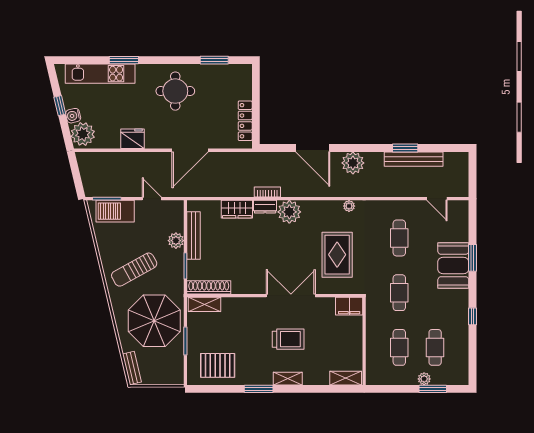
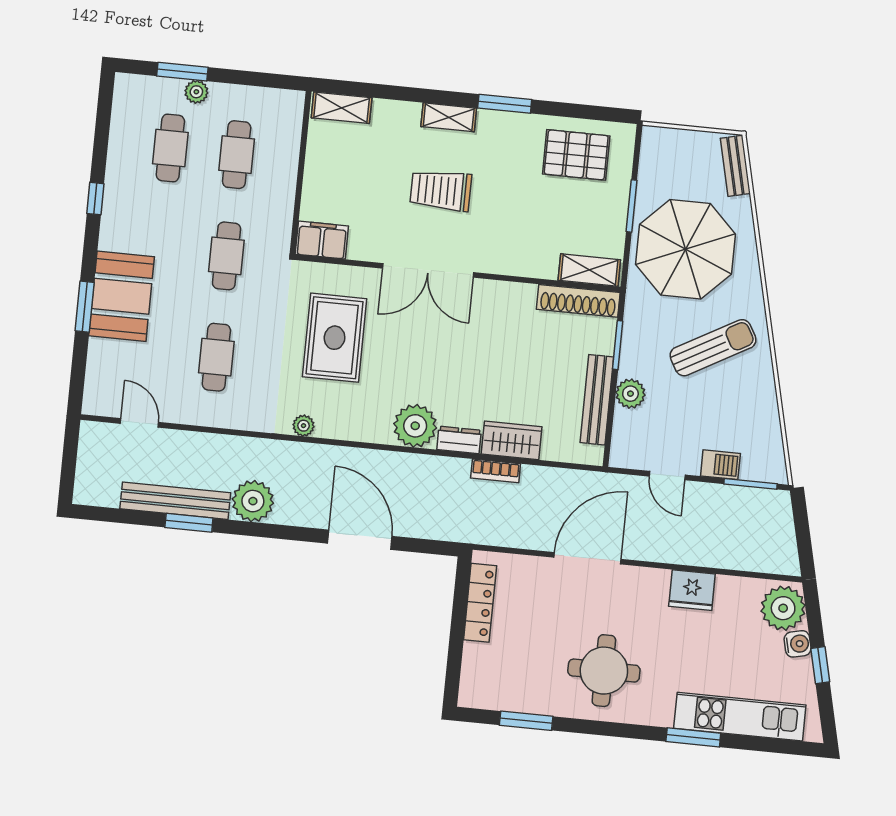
plant: (353, 163) -> (253, 501), moved
bookcase: (267, 192) -> (496, 471), moved
barbecue: (115, 211) -> (720, 465), width x0.53, depth x0.65

